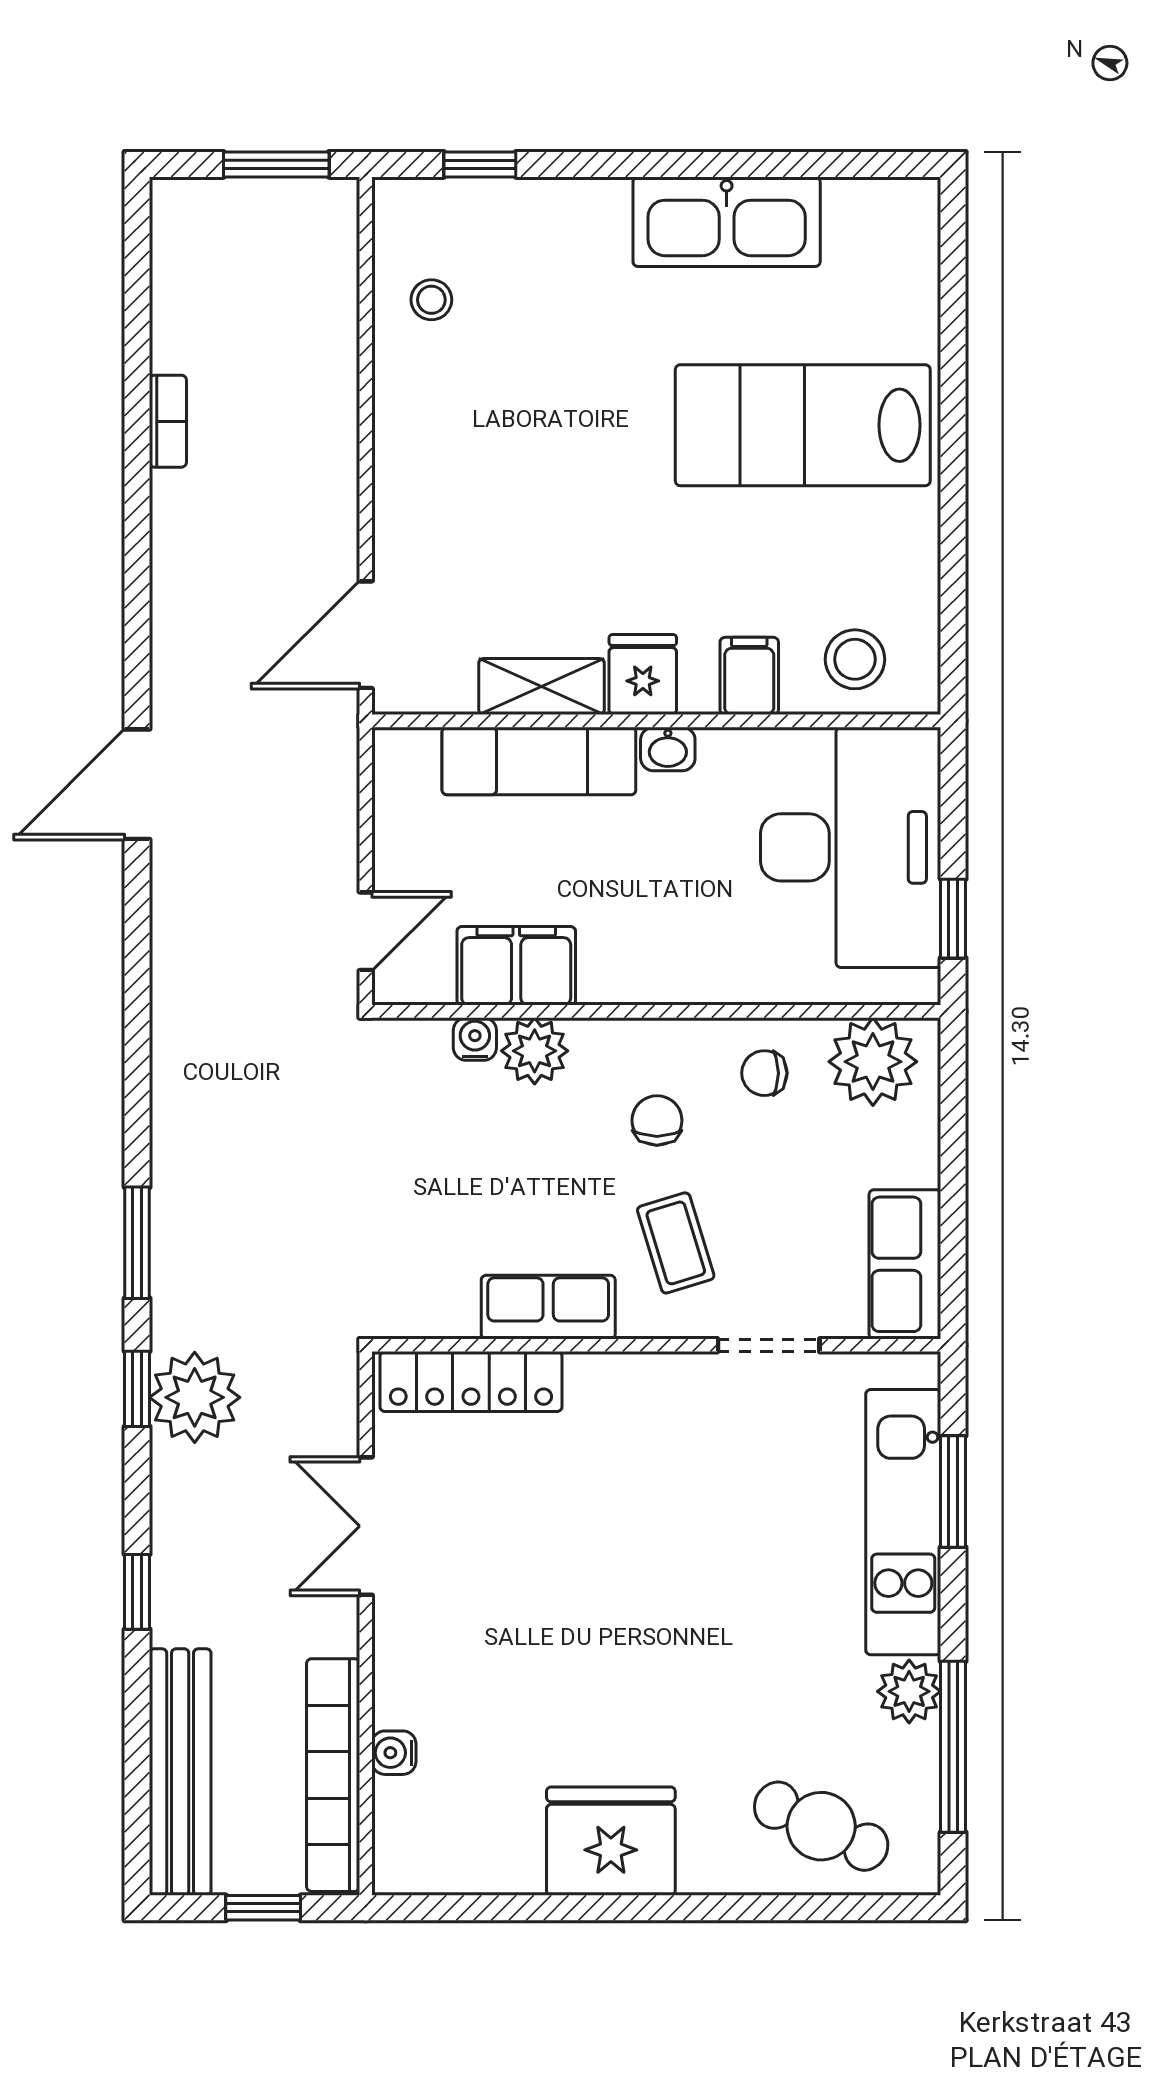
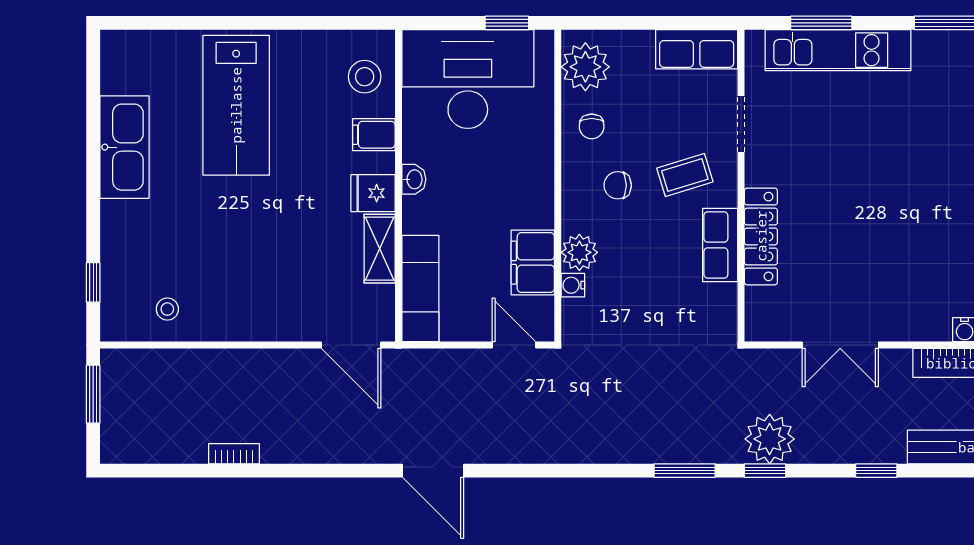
exam couch: (539, 761) -> (420, 289), moved
locker: (471, 1382) -> (761, 236), moved
plant: (909, 1691) -> (931, 47), removed

